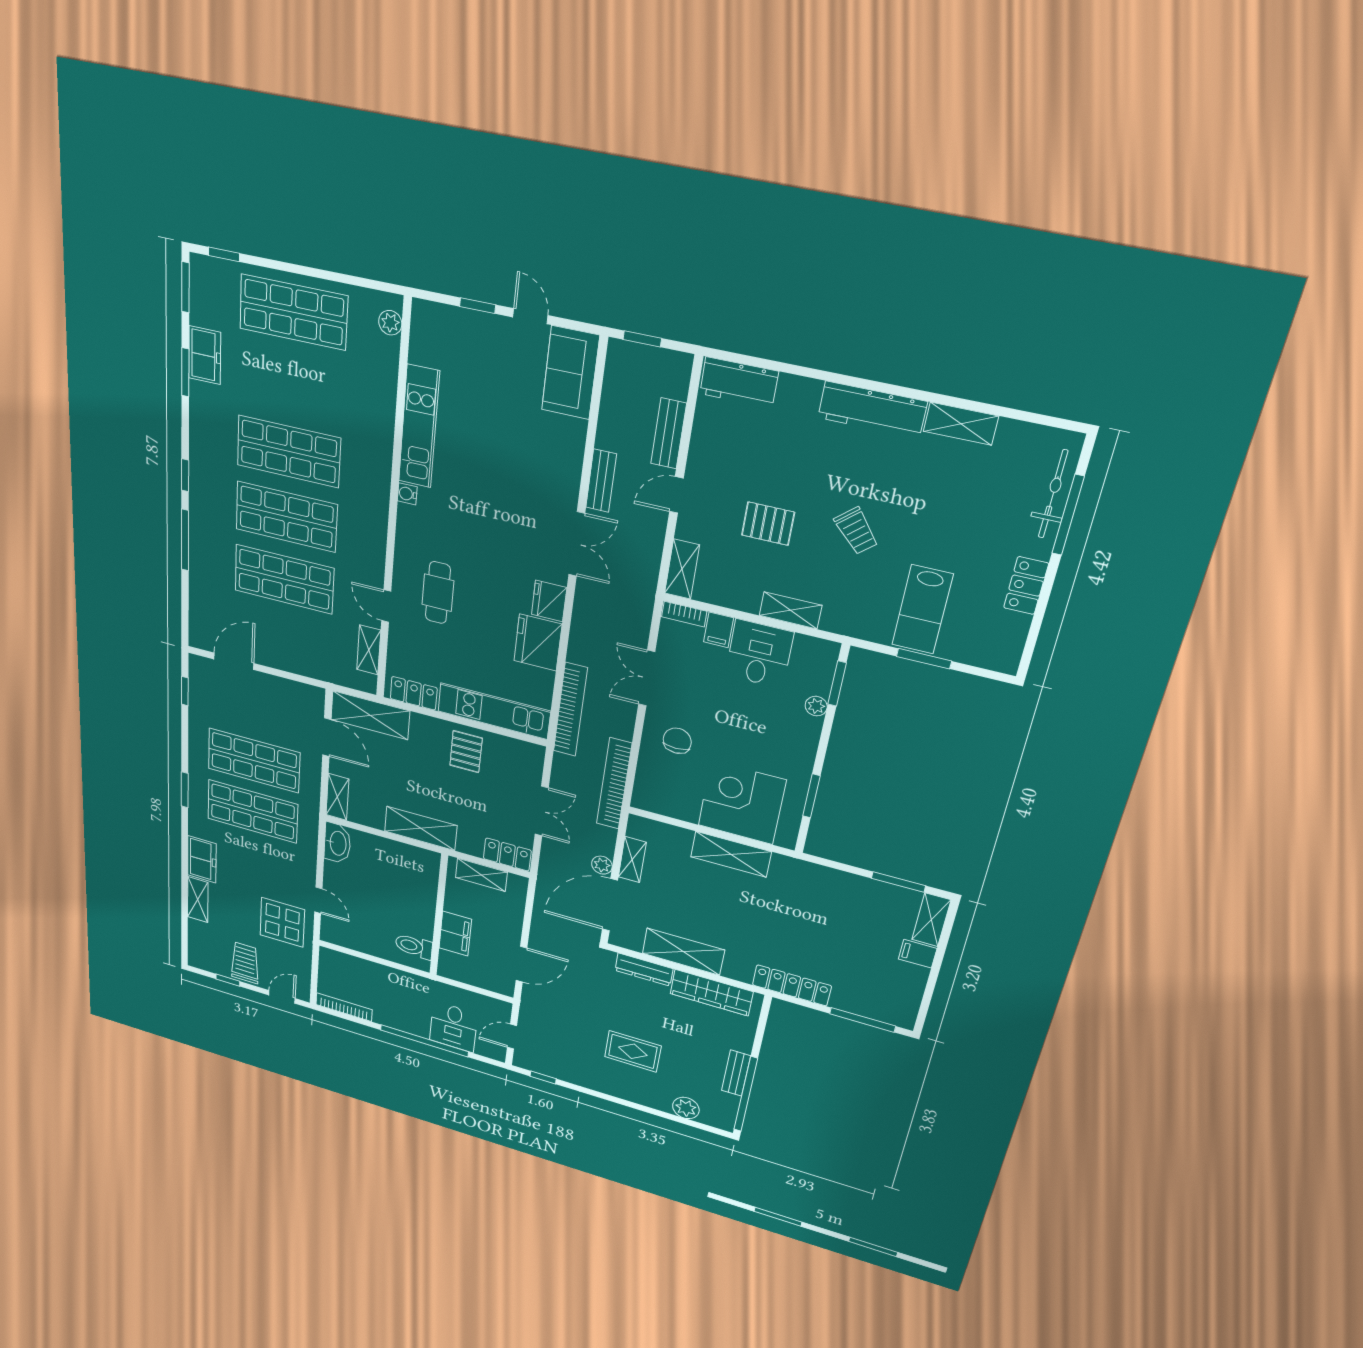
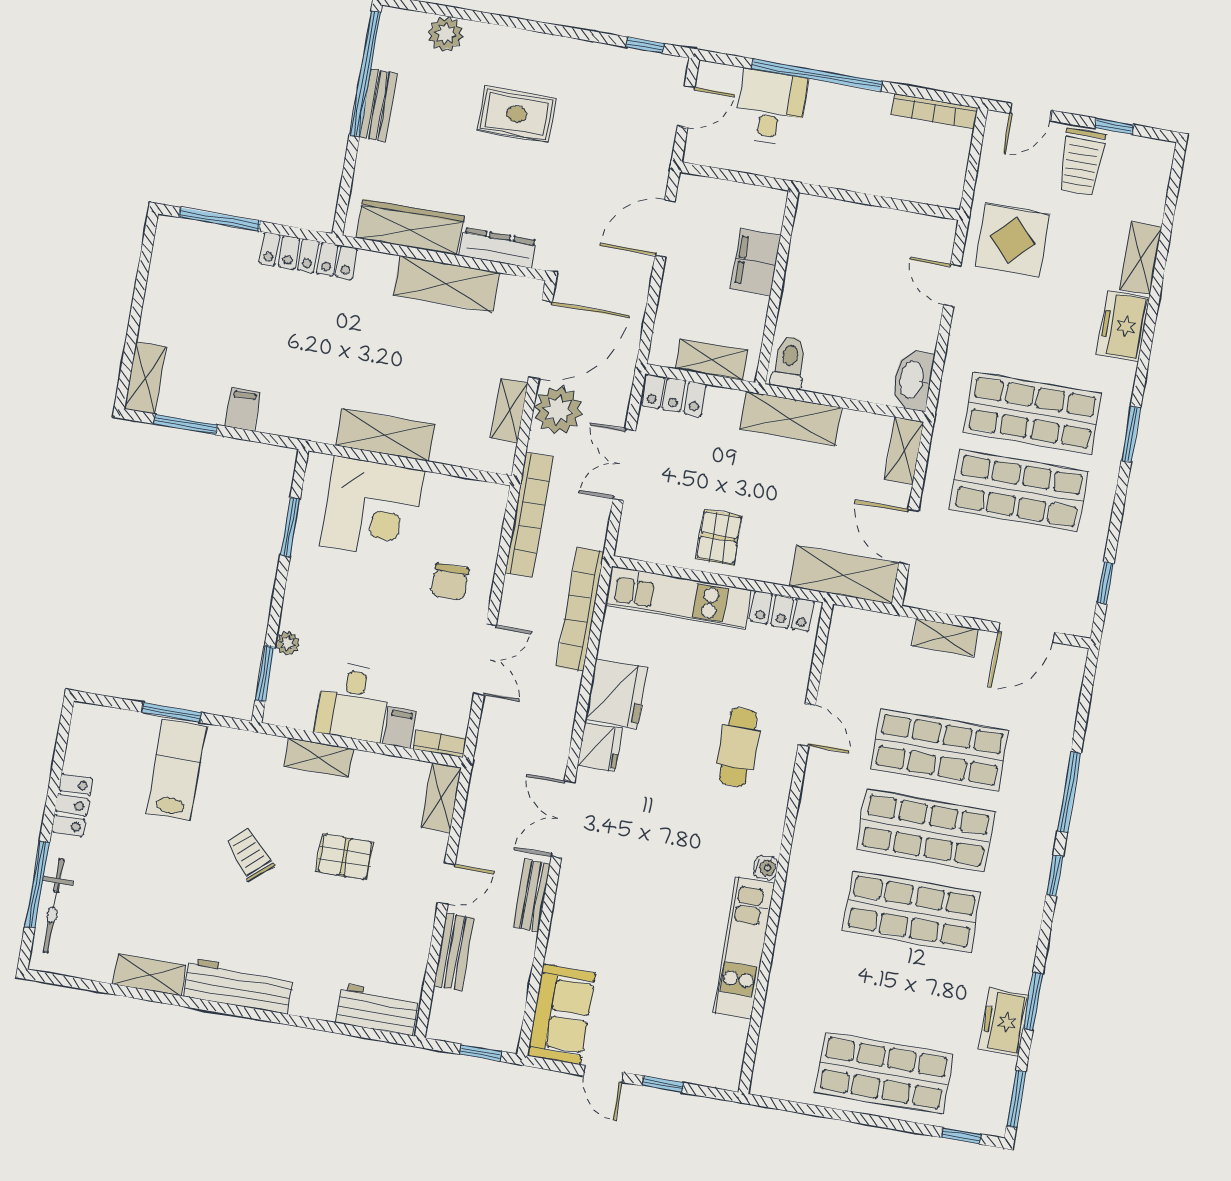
plant: (390, 323) -> (767, 1064), removed
shelving: (369, 650) -> (945, 637), moved, turned 90
plant: (602, 865) -> (558, 410), width x1.88, depth x1.88
toilet: (414, 946) -> (789, 362), moved, turned -90
filing cabinet: (918, 954) -> (243, 409), moved, turned -90

